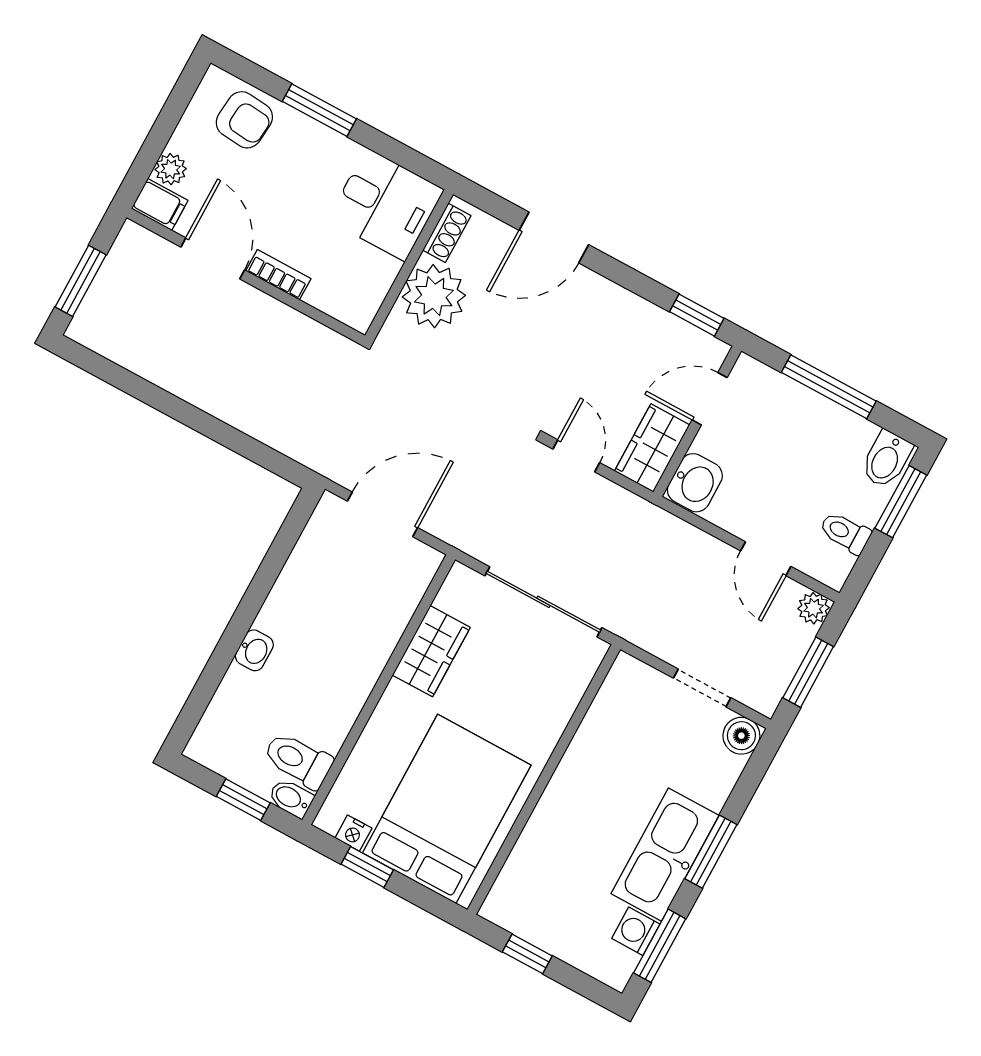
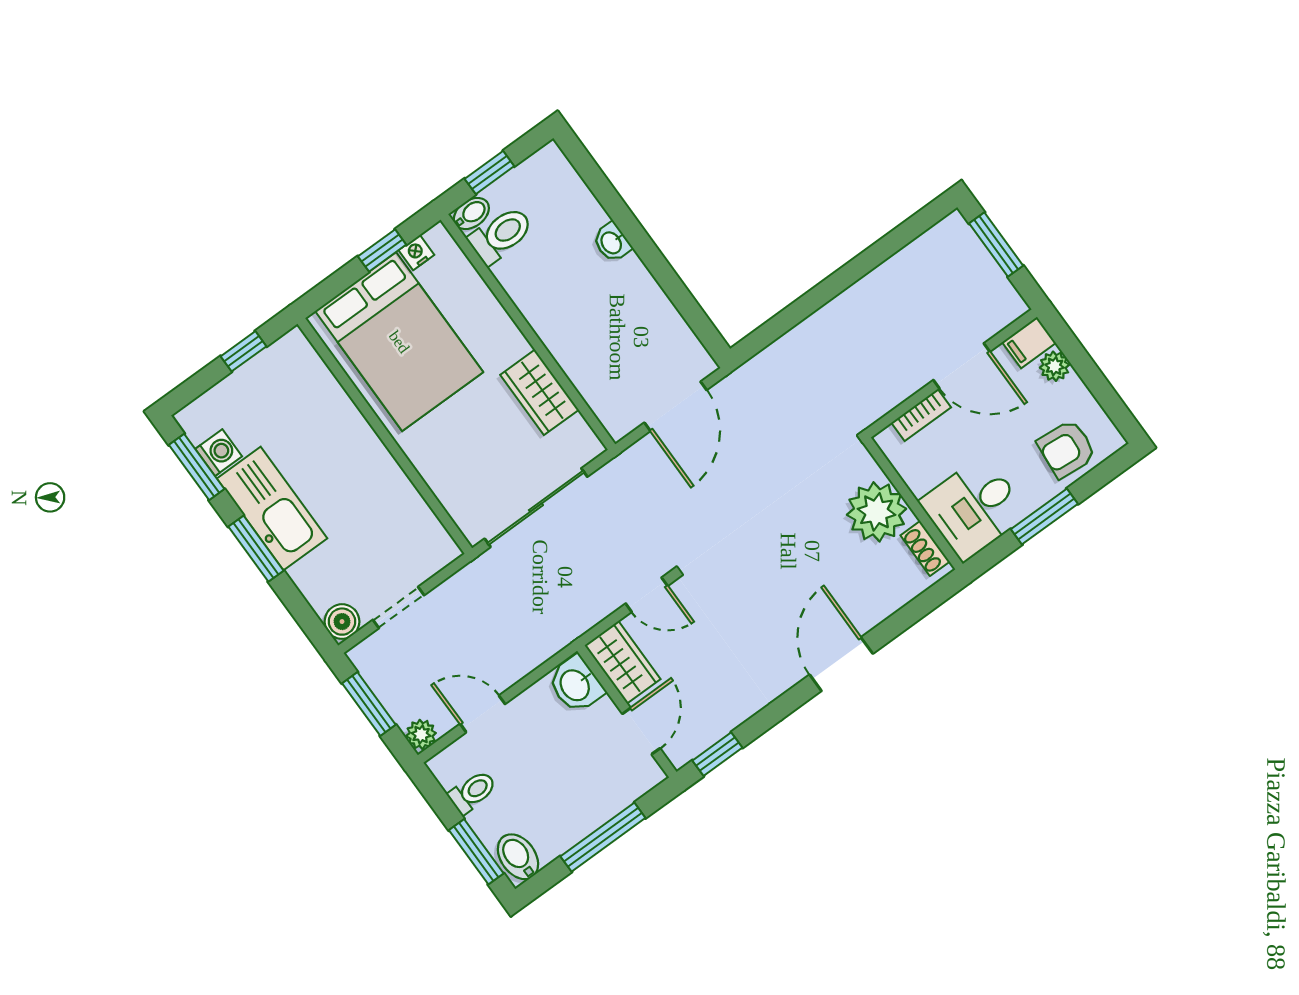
desk: (386, 205) -> (974, 508), moved
shoe rack: (447, 233) -> (925, 548), moved
wall: (409, 265) -> (913, 503), moved
plant: (434, 296) -> (877, 512), moved

